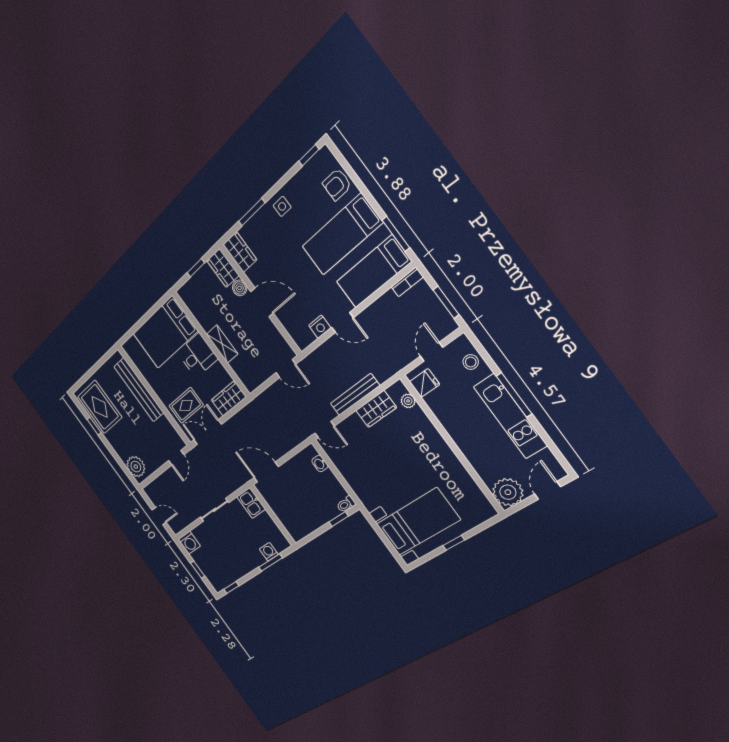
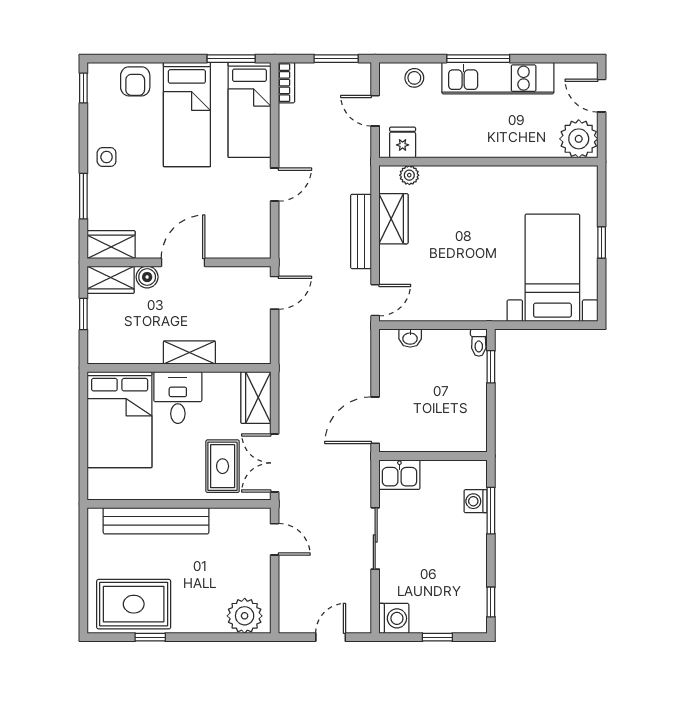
nightstand: (320, 327) -> (260, 214), removed

